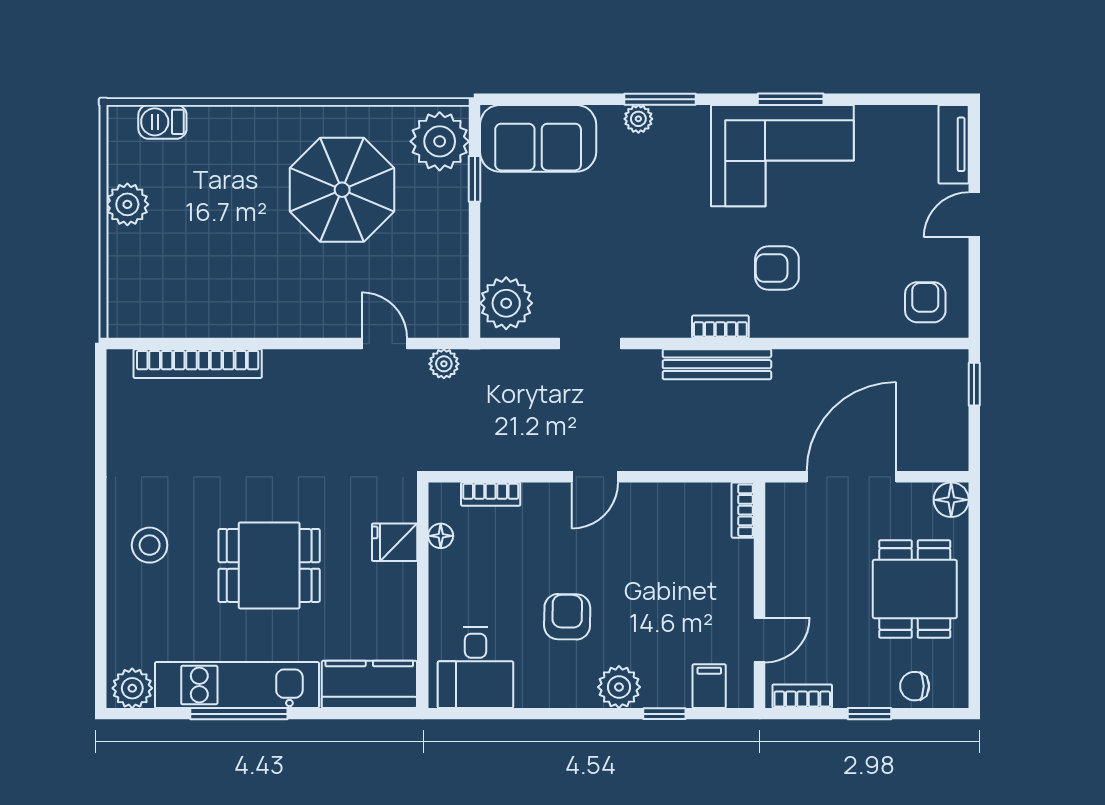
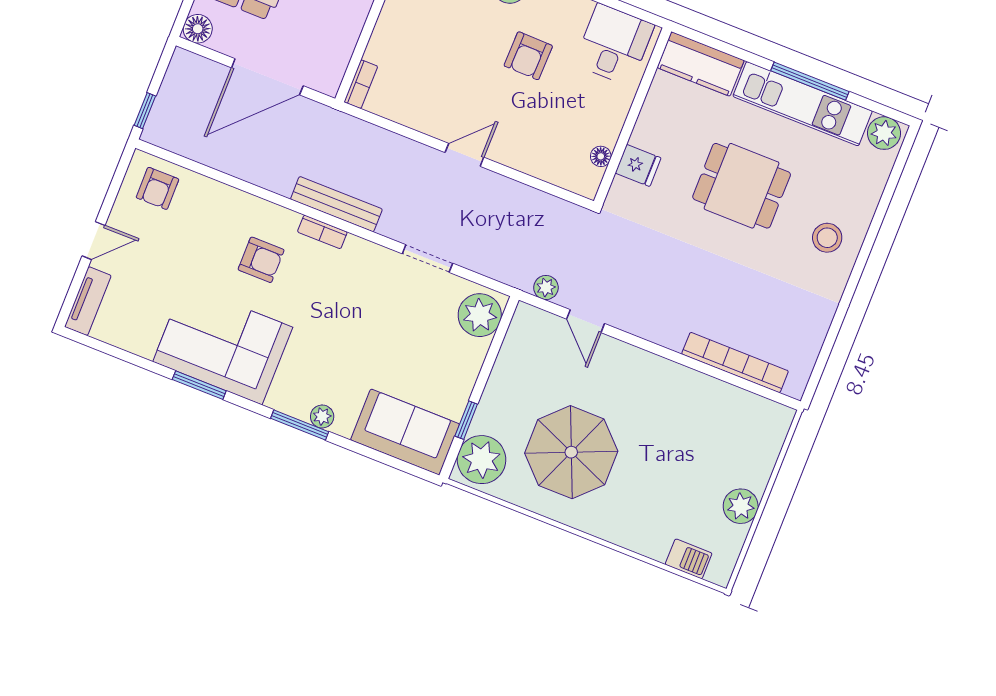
bookcase: (491, 494) -> (550, 173), removed

